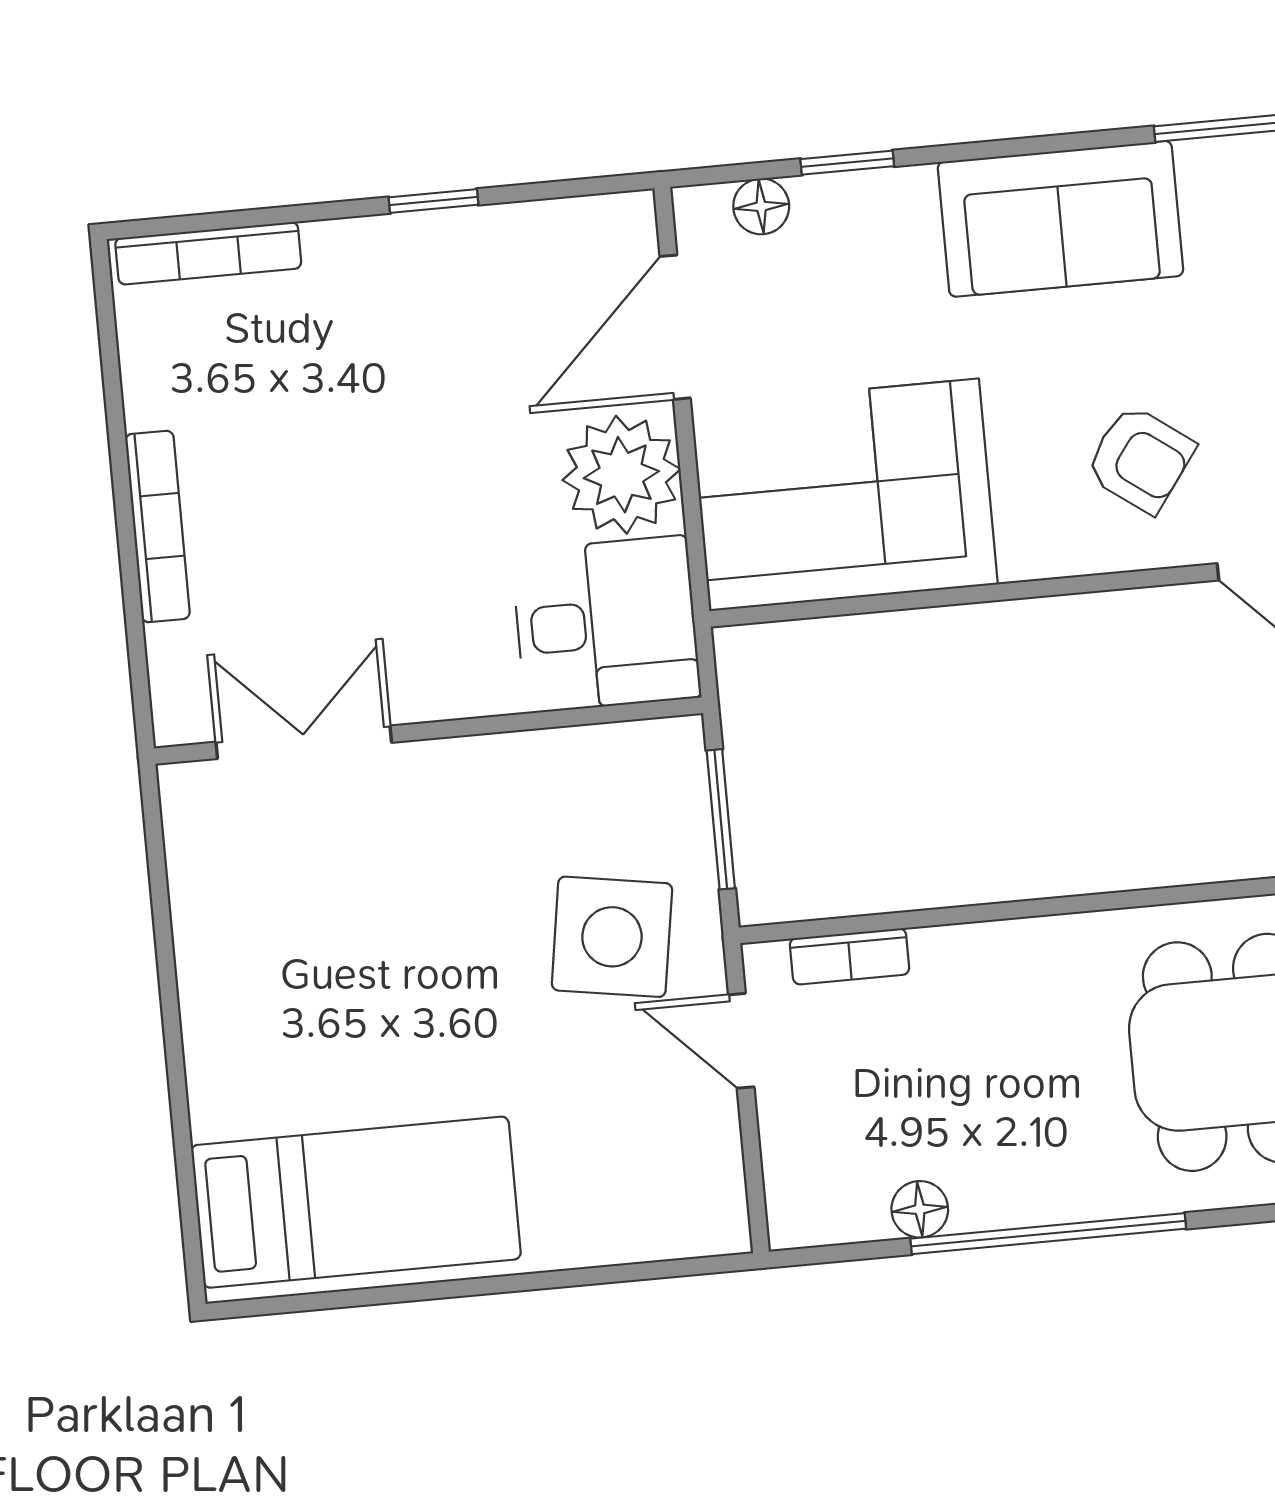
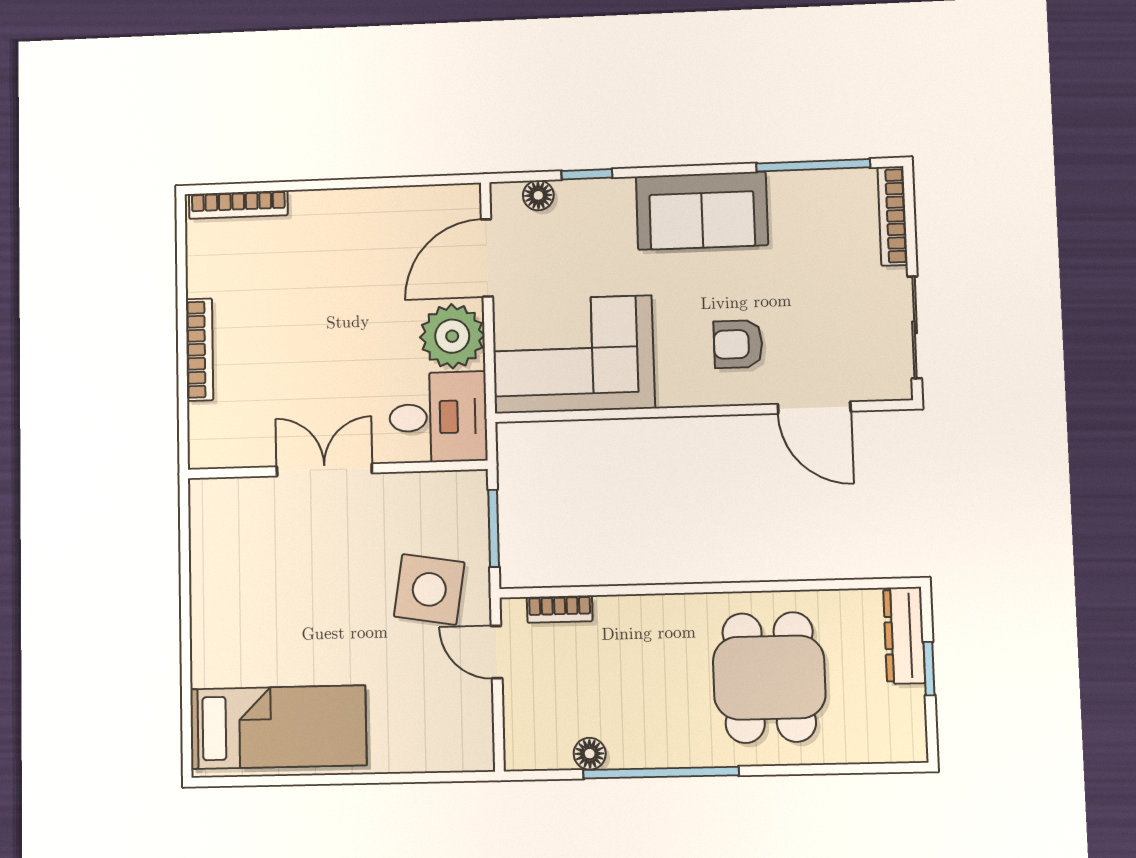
window: (433, 201) -> (361, 183), removed
armchair: (1140, 459) -> (738, 344), turned 144
double door: (304, 742) -> (324, 470), moved

